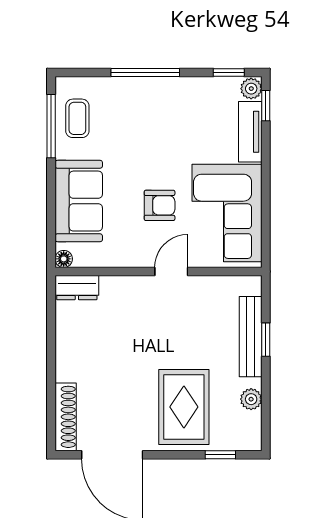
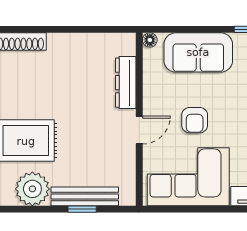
door: (171, 271) -> (139, 130), hinge flipped
dresser: (77, 288) -> (126, 83), moved, width x1.44
plant: (251, 399) -> (32, 189), width x1.88, depth x1.88

